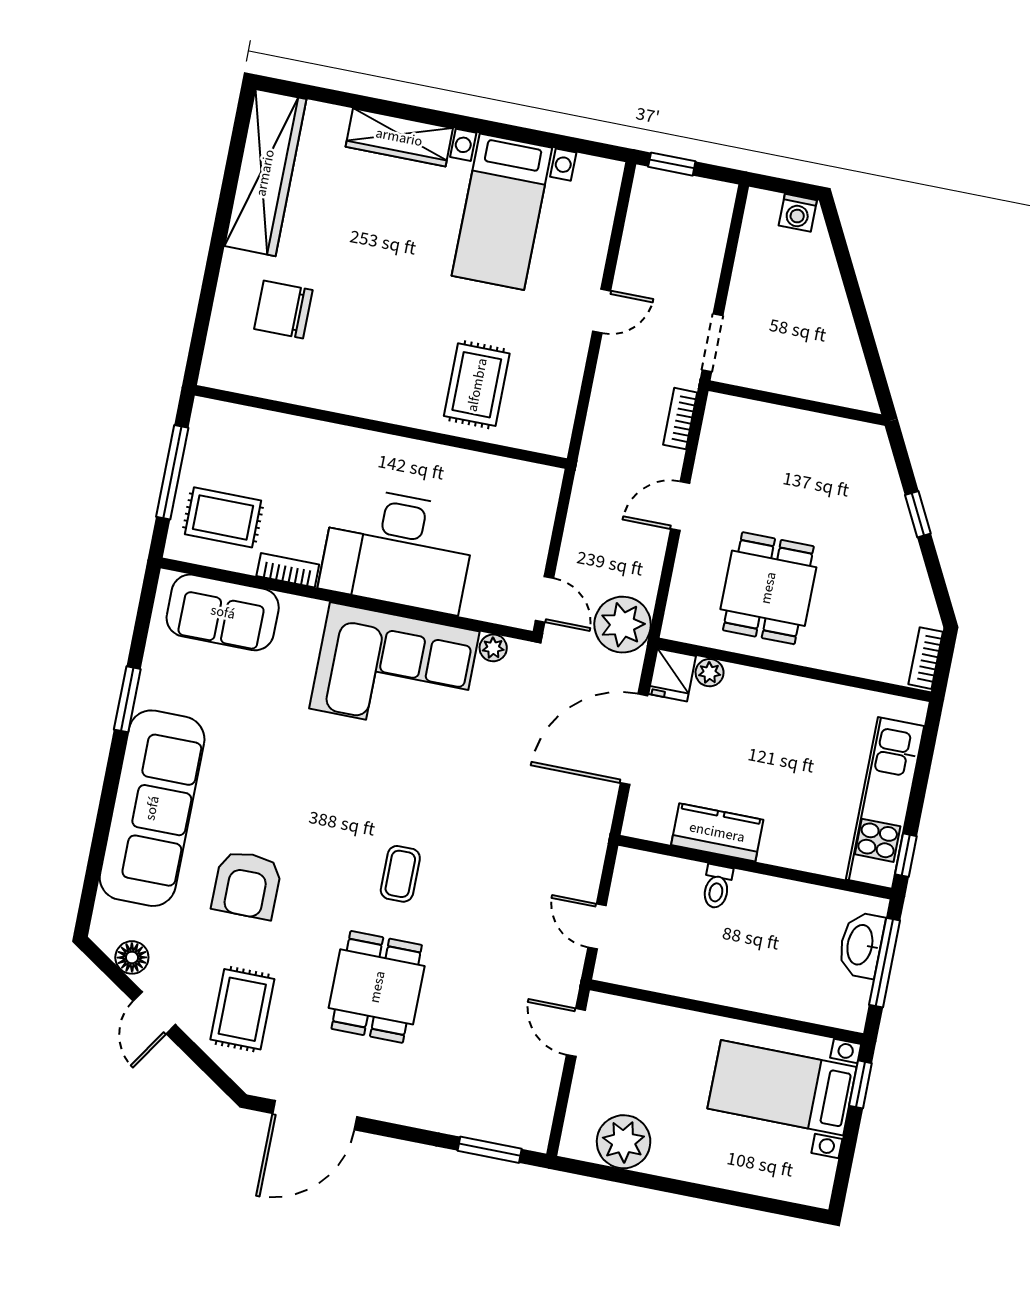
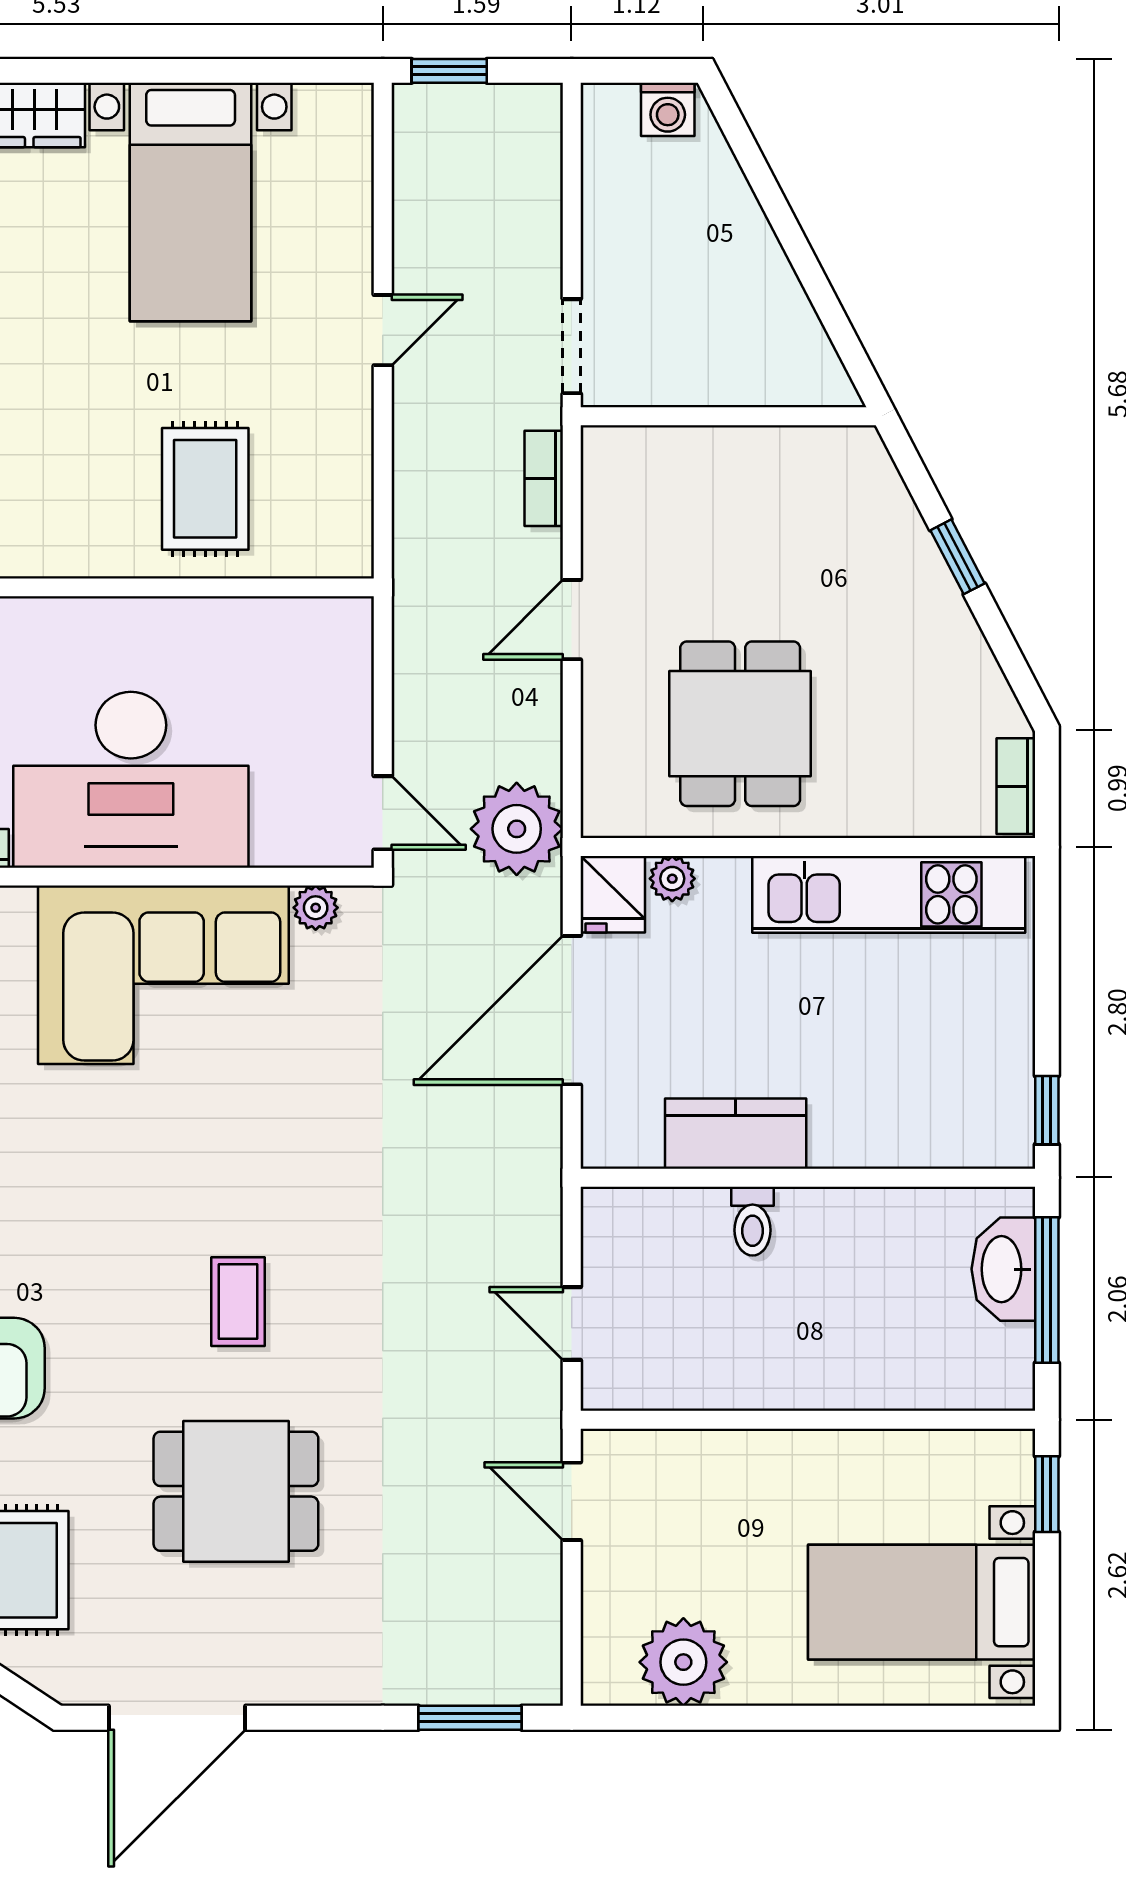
kitchen unit: (885, 803) -> (889, 894), moved, turned -90
dining table: (377, 987) -> (236, 1491), turned 90
bed with nightstands: (782, 1088) -> (922, 1602), moved

